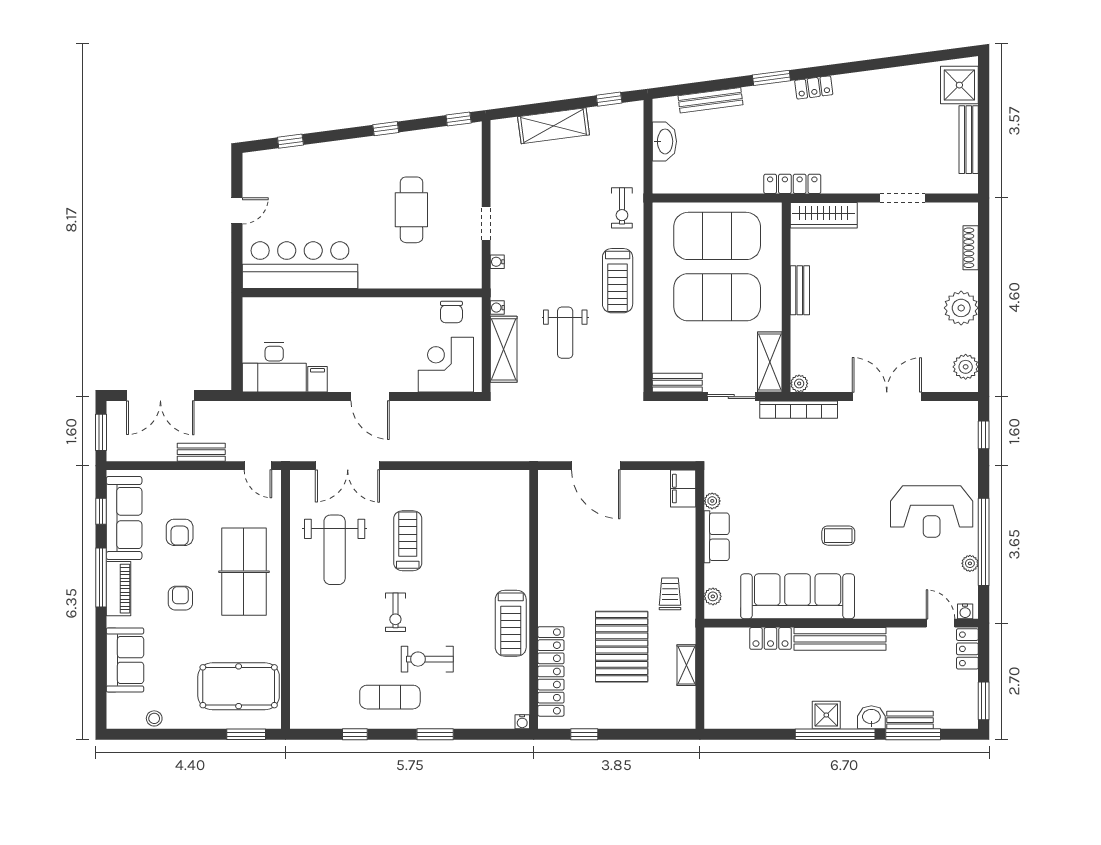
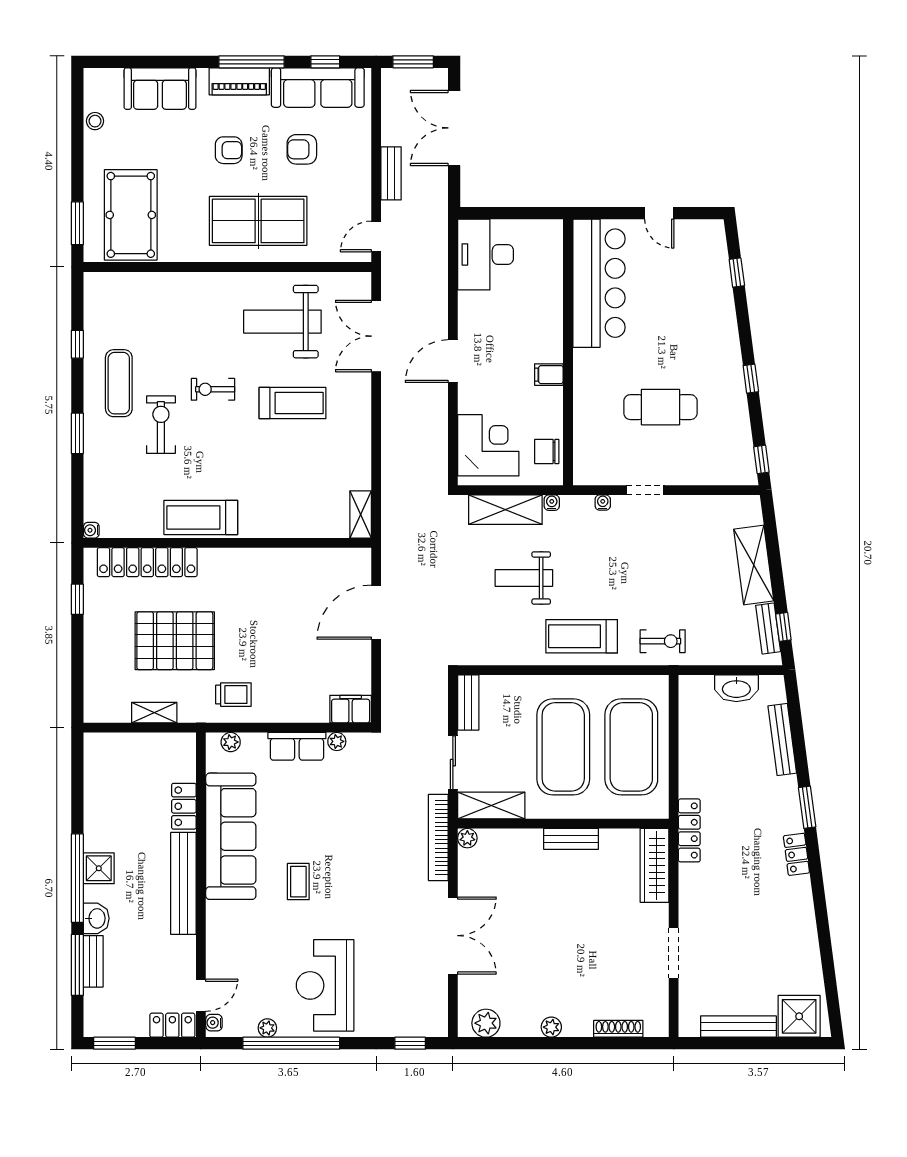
bench: (611, 113) -> (768, 628), added
exercise bike: (622, 208) -> (663, 641), turned 180
plant: (961, 308) -> (551, 1027), width x0.53, depth x0.53
filing cabinet: (317, 379) -> (549, 375), moved, turned 180
shelving: (508, 479) -> (361, 514), added

